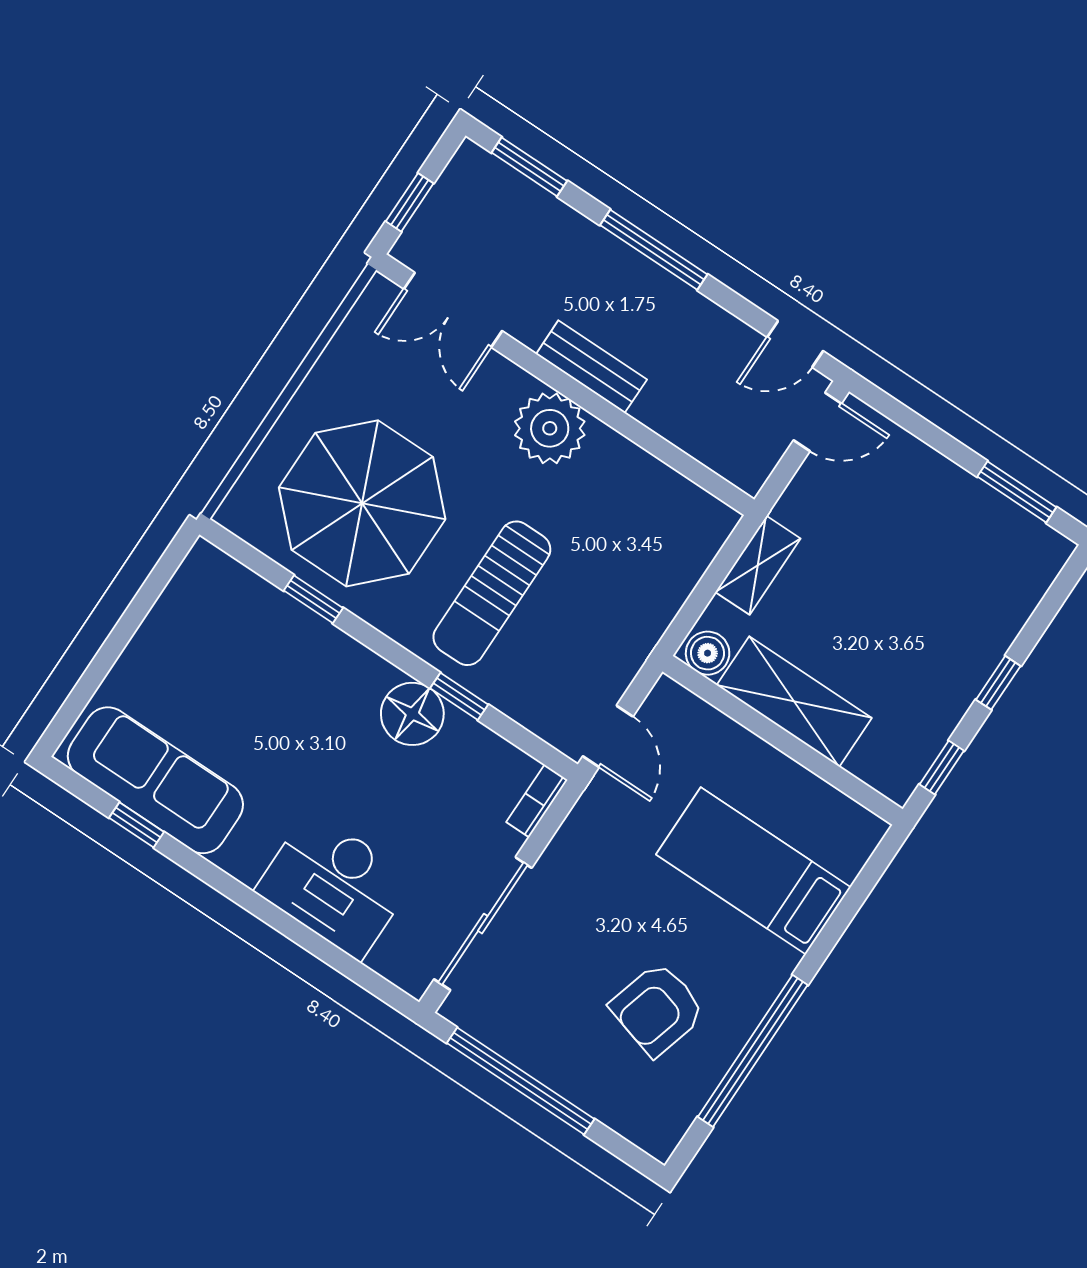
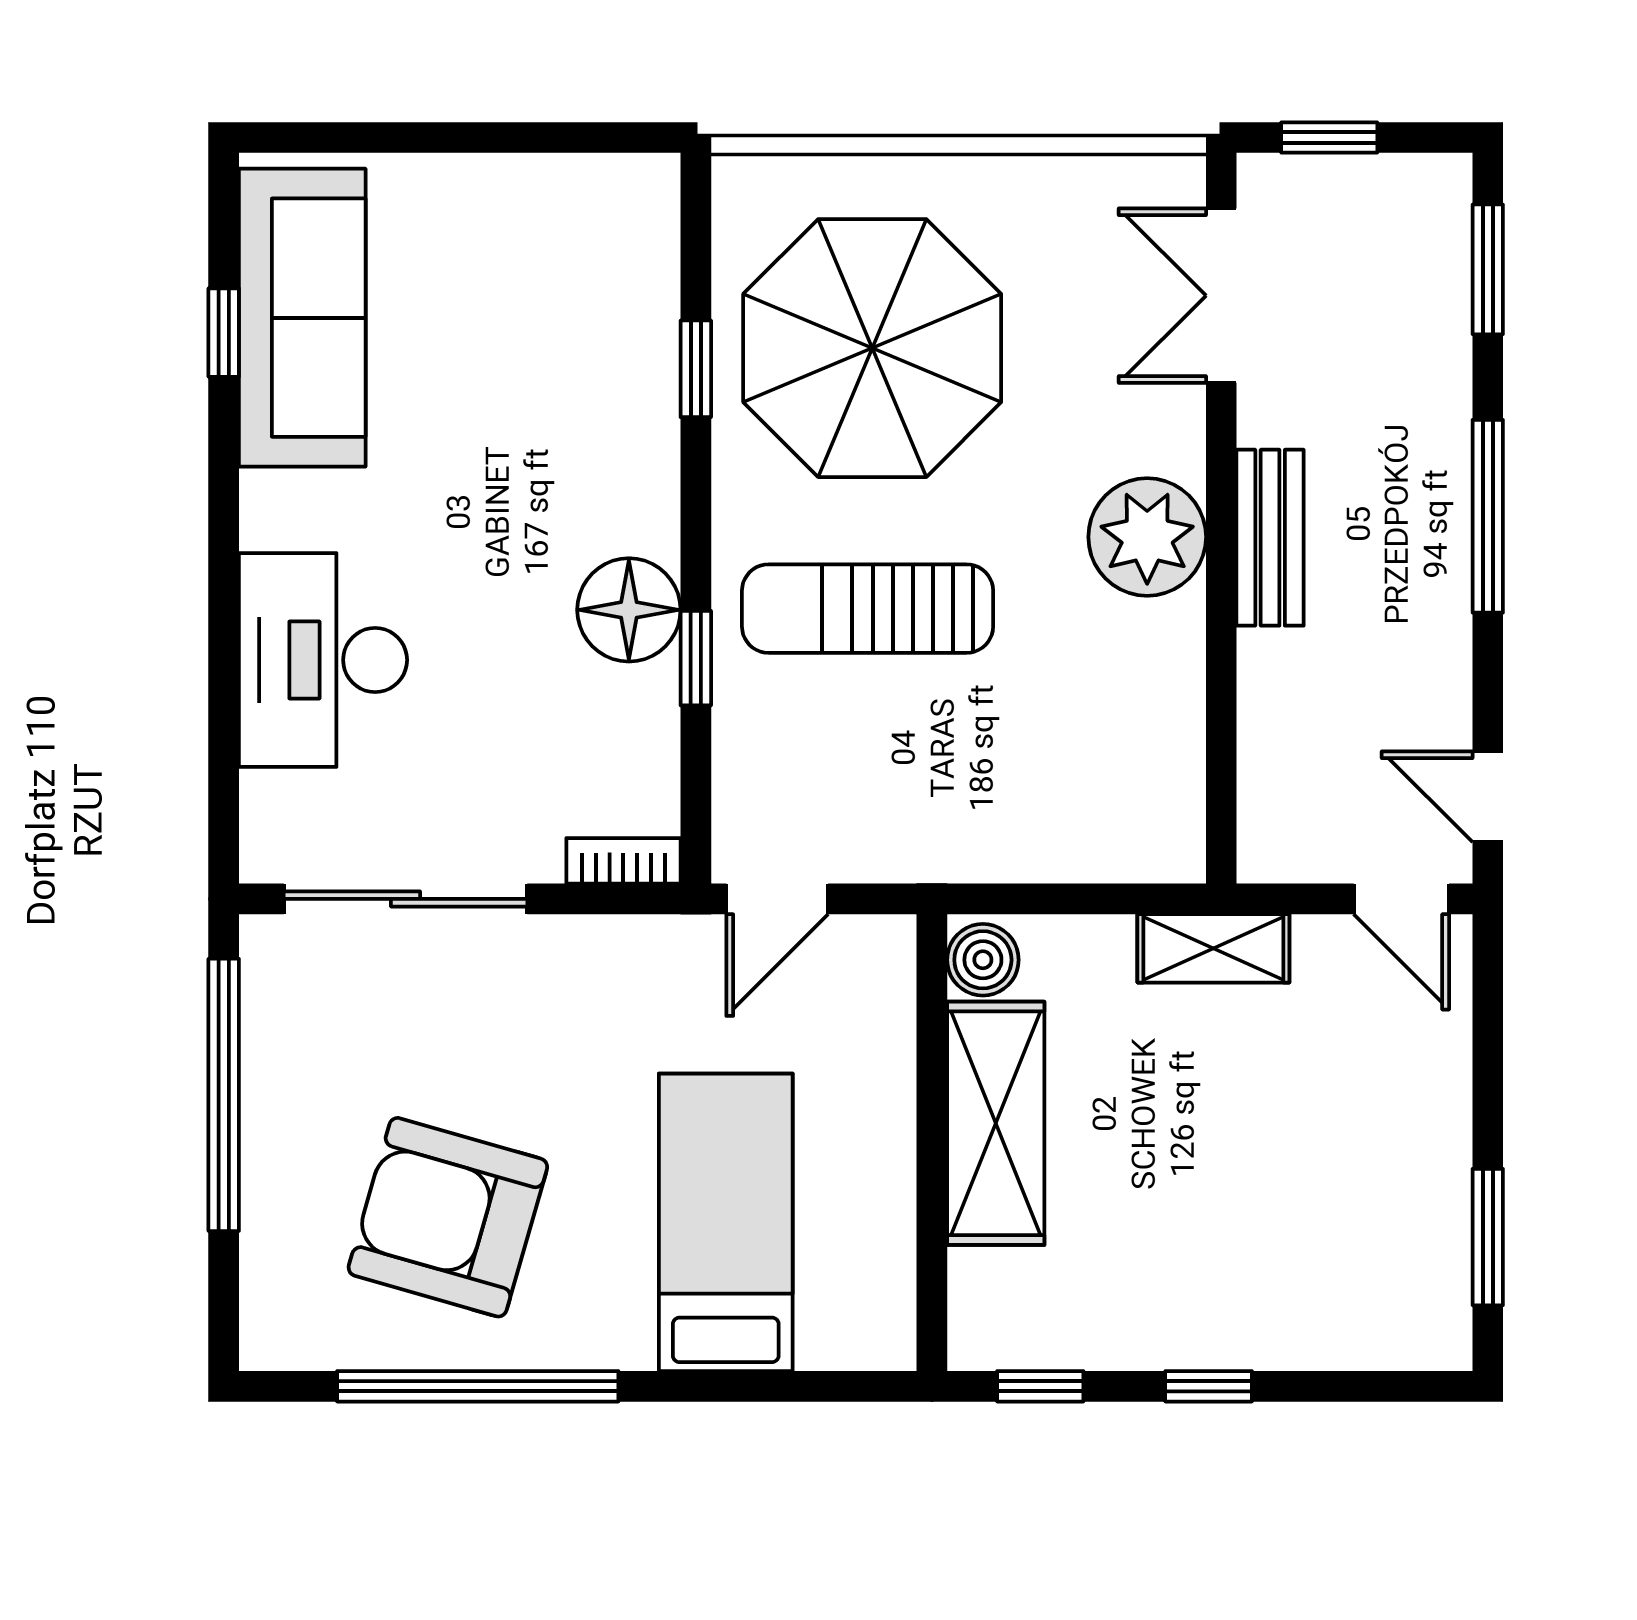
shelving: (758, 565) -> (1213, 948), moved
armchair: (658, 1009) -> (448, 1217), width x1.36, depth x1.36

